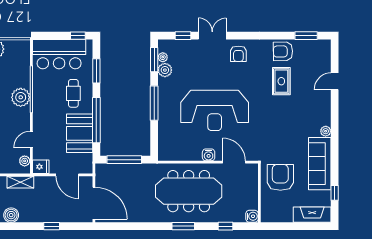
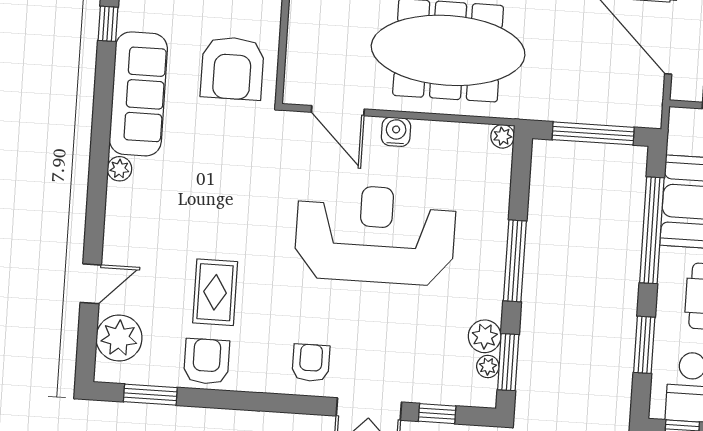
armchair: (283, 51) -> (207, 361), turned -89
plant: (321, 59) -> (119, 338), added
plant: (163, 156) -> (503, 136), added

